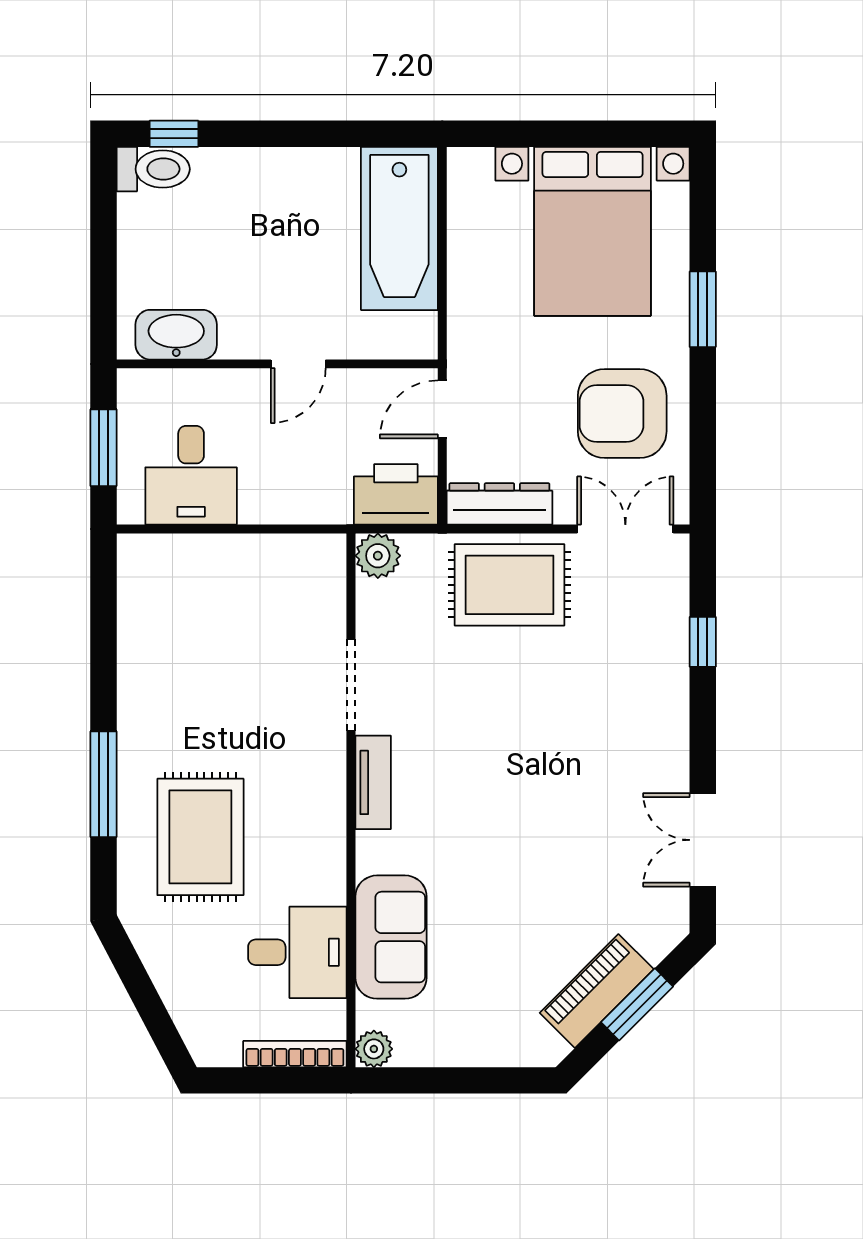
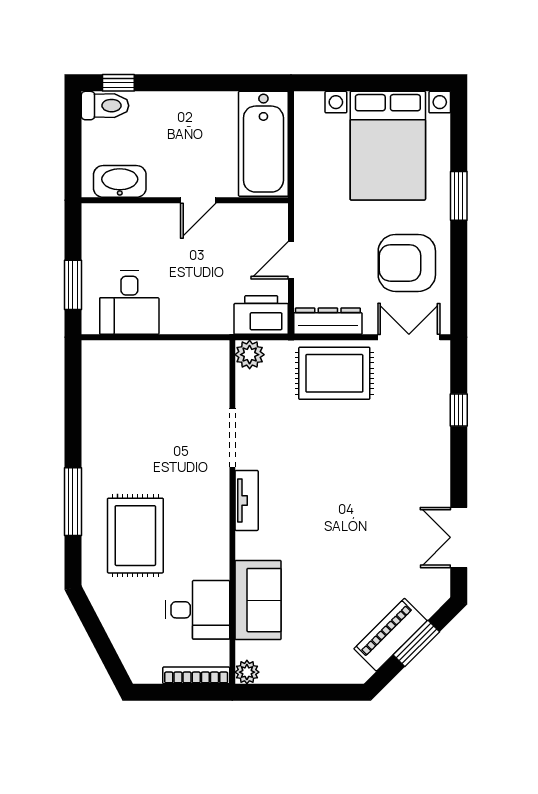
washbasin: (176, 335) -> (120, 181), moved
wall: (277, 364) -> (185, 200), moved
door: (298, 364) -> (198, 200), moved

